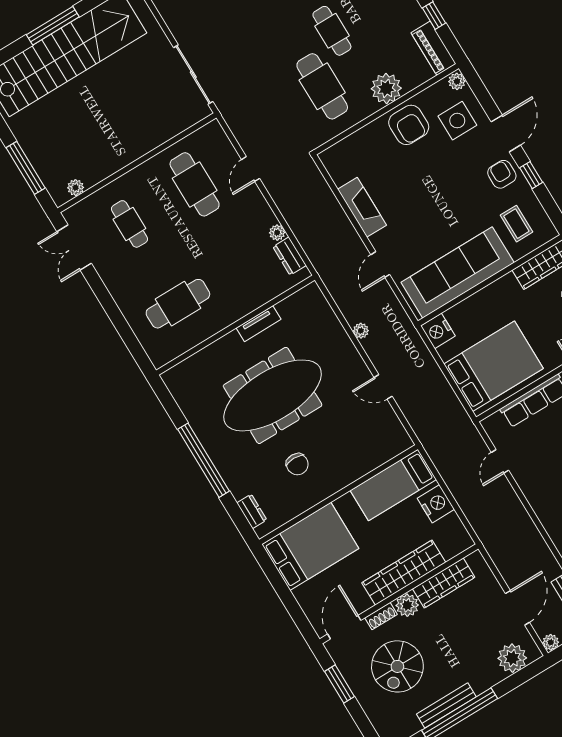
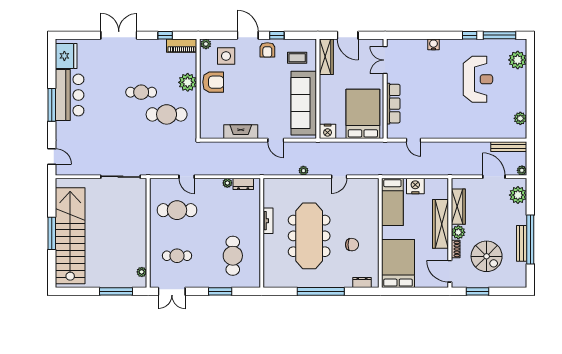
armchair: (502, 174) -> (267, 50), turned -90
window: (116, 317) -> (220, 291), added

